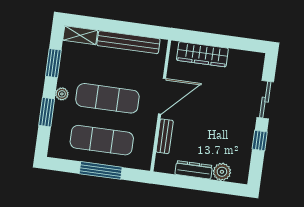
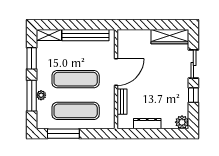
wardrobe: (202, 54) -> (170, 37), moved
plant: (62, 94) -> (41, 95), moved
window: (47, 112) -> (32, 96), width x1.44
window: (101, 170) -> (63, 134), moved
plant: (222, 172) -> (182, 122), moved

